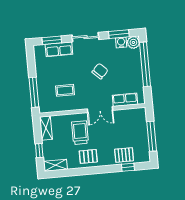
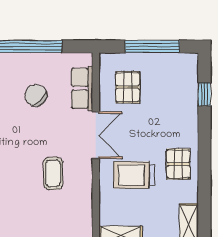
chair: (100, 71) -> (36, 95), moved
coffee table: (65, 90) -> (53, 173), moved
pallet: (124, 155) -> (128, 87), moved

